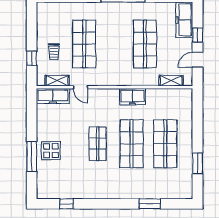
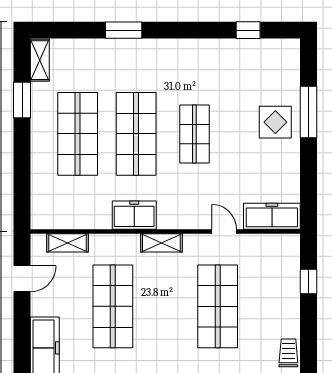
window: (198, 35) -> (22, 321), removed
trolley: (54, 52) -> (288, 353), moved
shelving: (57, 81) -> (161, 243), moved
shelving: (187, 186) -> (40, 60), added
window: (150, 204) -> (124, 30), moved

